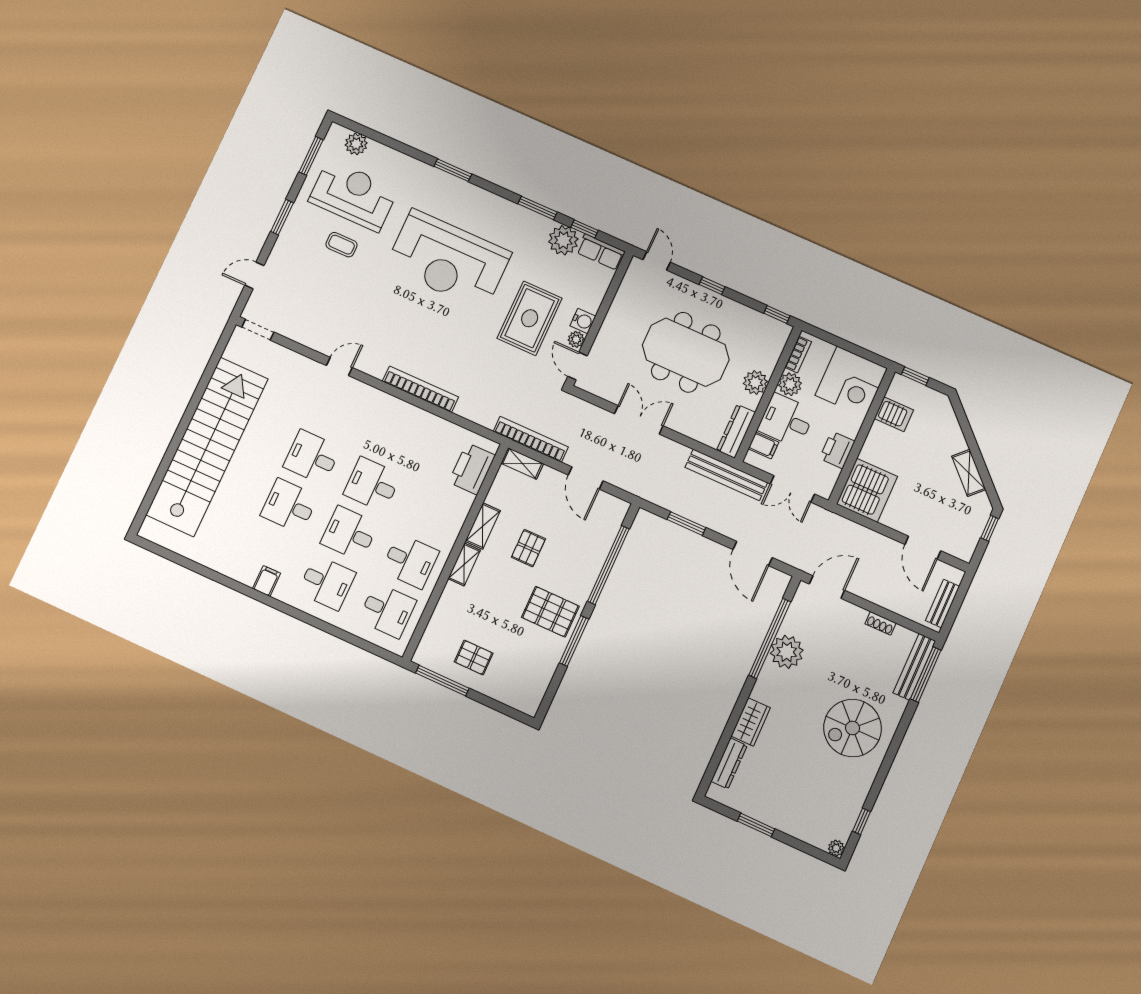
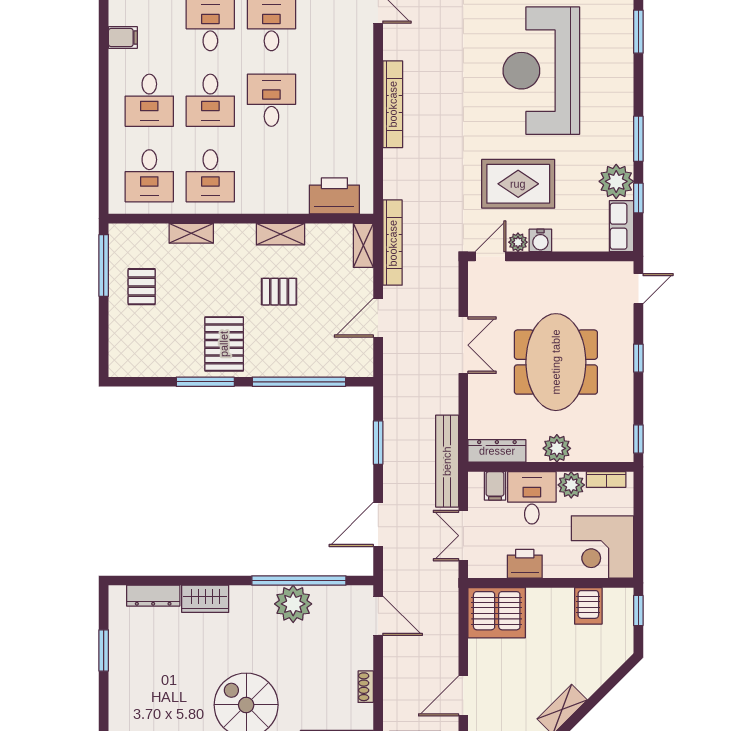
desk: (350, 533) -> (210, 100), turned 180
shelving: (464, 564) -> (191, 233), moved

